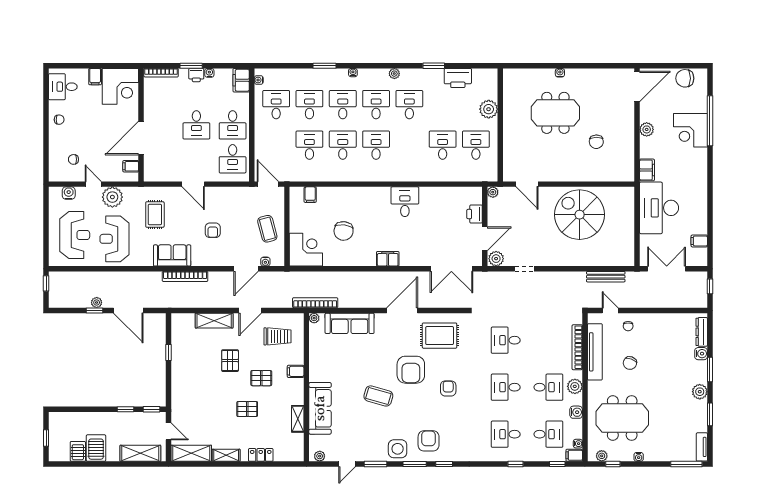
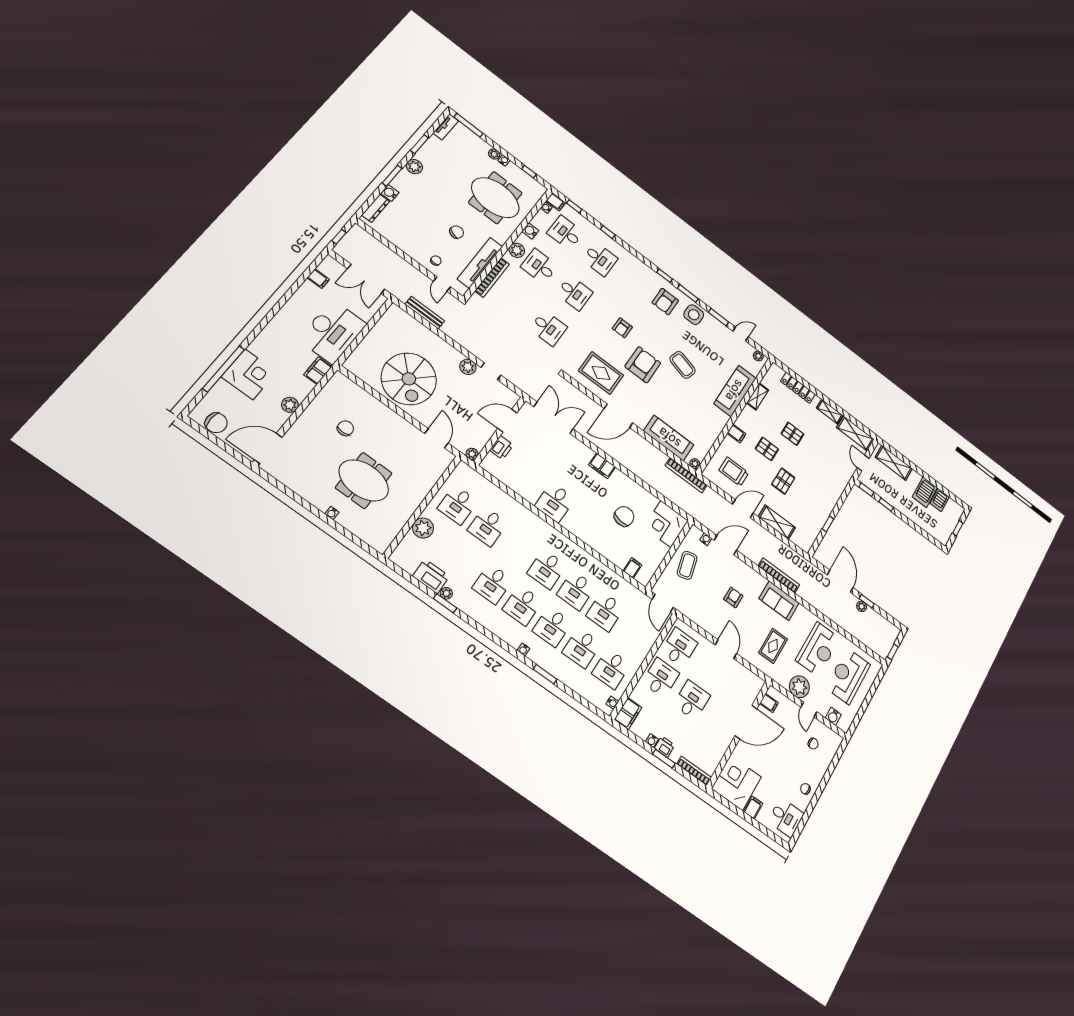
plant: (394, 74) -> (446, 593), moved
plant: (496, 259) -> (468, 367), moved
locker: (261, 455) -> (798, 388), width x1.53
plant: (602, 456) -> (494, 154), moved

